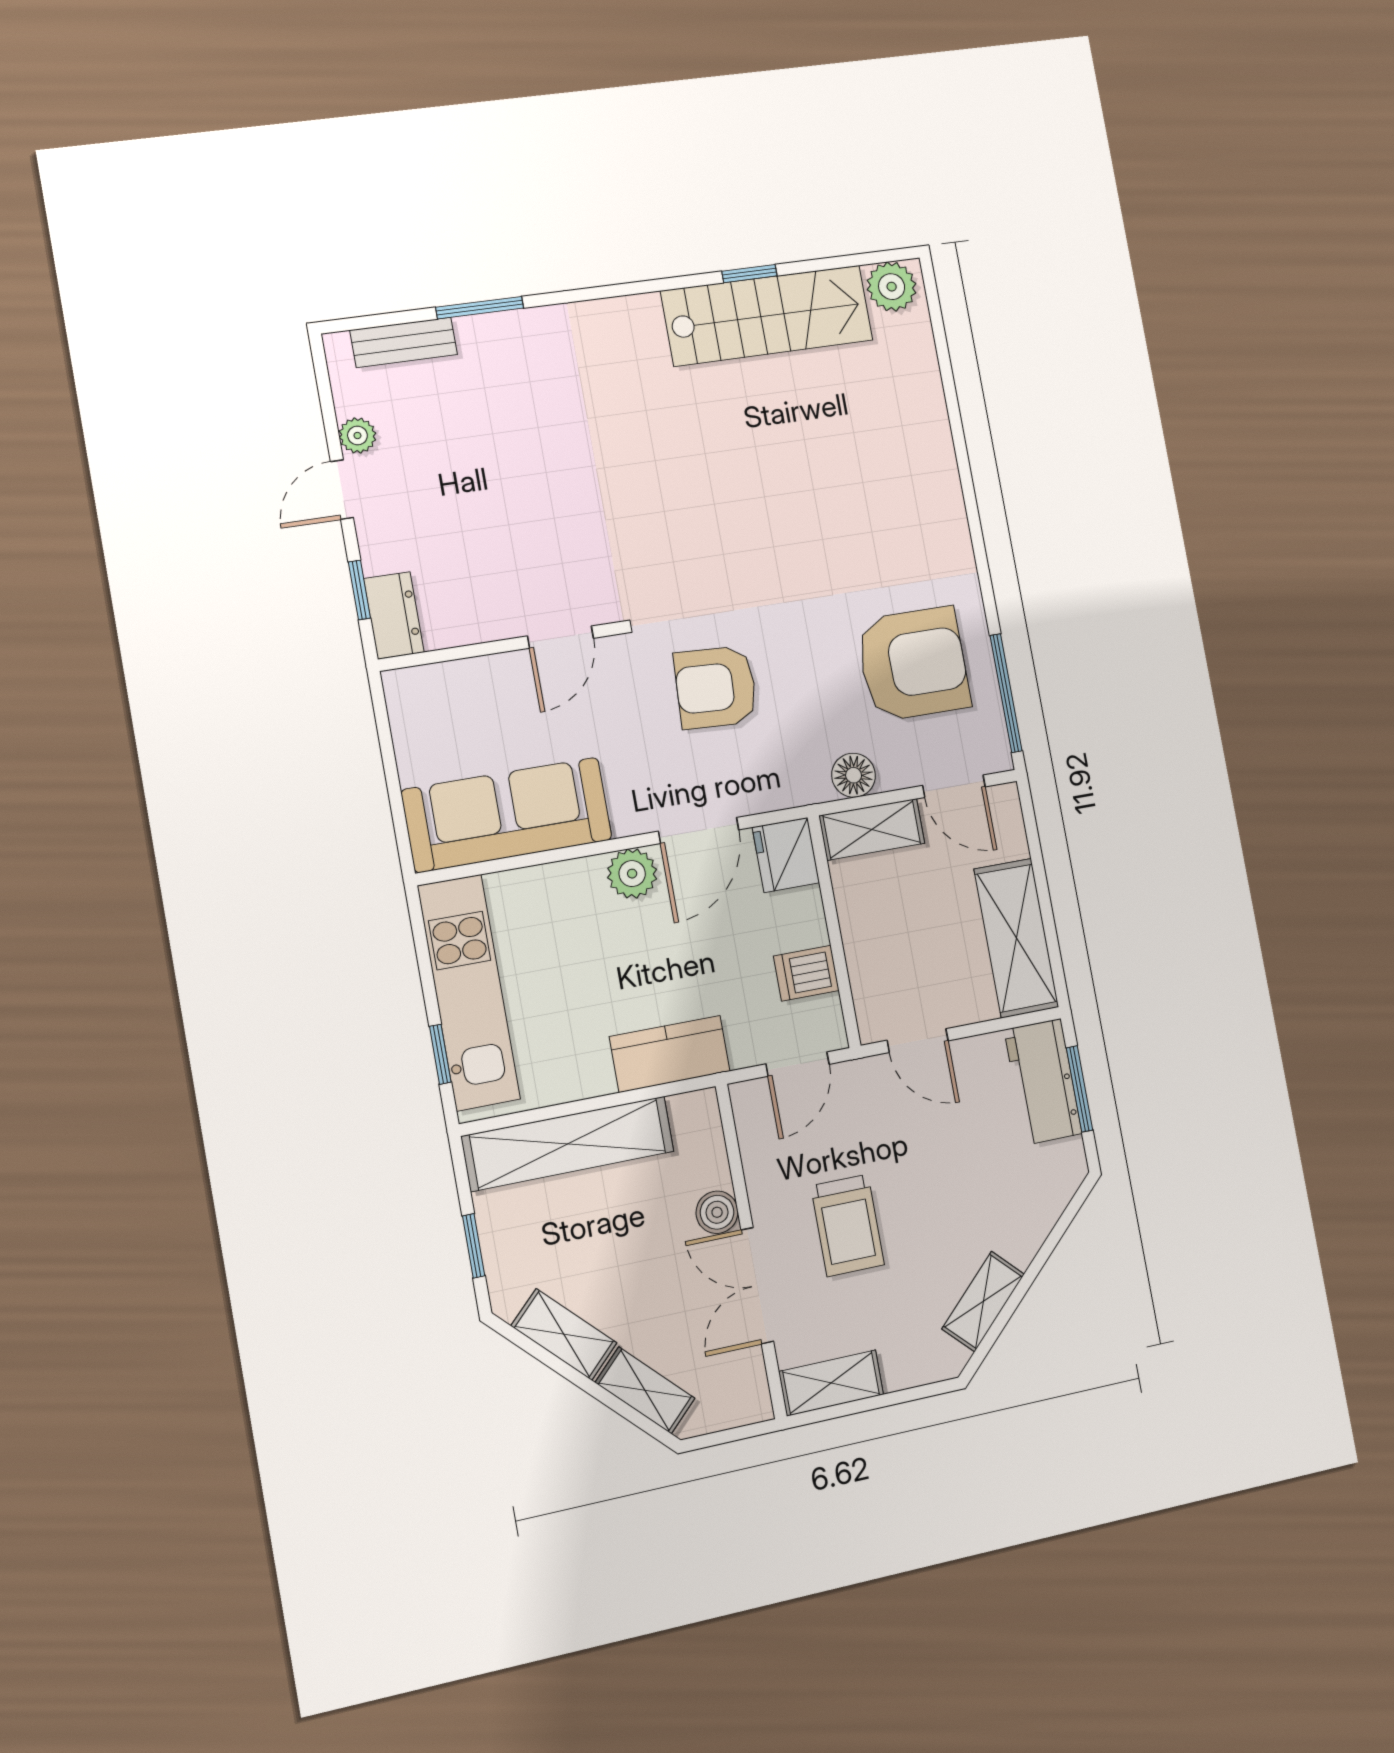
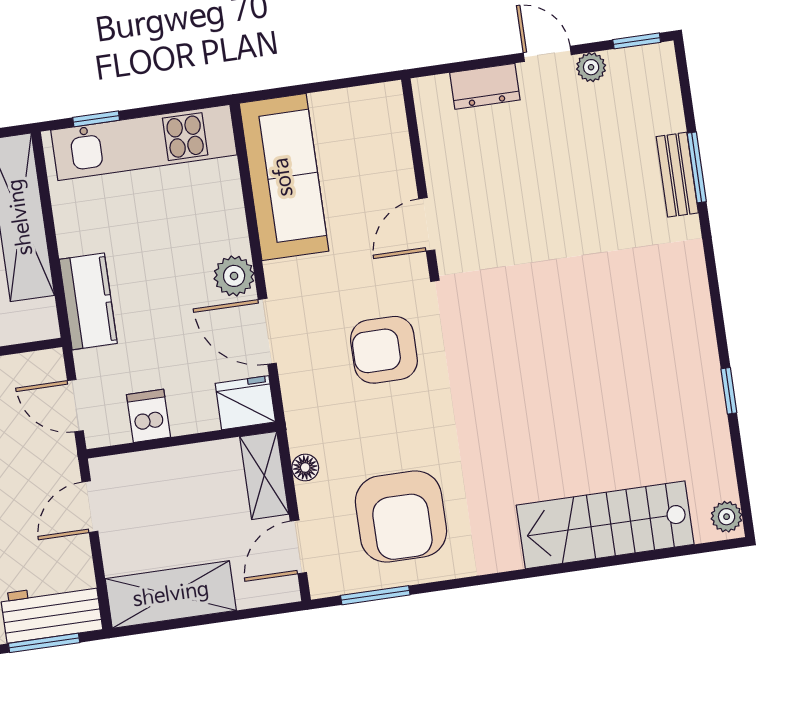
plant: (892, 287) -> (727, 517), width x0.73, depth x0.73
stairs: (767, 316) -> (605, 525), moved, turned 90
bench: (404, 342) -> (677, 175), moved
window: (359, 590) -> (637, 41), moved
dresser: (394, 615) -> (485, 86), moved
door: (560, 637) -> (427, 224), hinge flipped
armchair: (716, 687) -> (384, 350), turned -93
window: (1006, 693) -> (375, 595), width x0.69
floor lamp: (854, 775) -> (305, 468), width x0.73, depth x0.73

